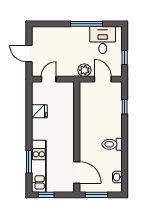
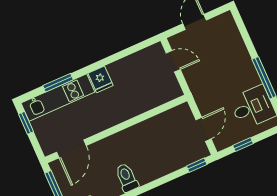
plant: (84, 70) -> (204, 101), removed
window: (125, 107) -> (197, 165), moved
fridge: (39, 111) -> (101, 79), moved

